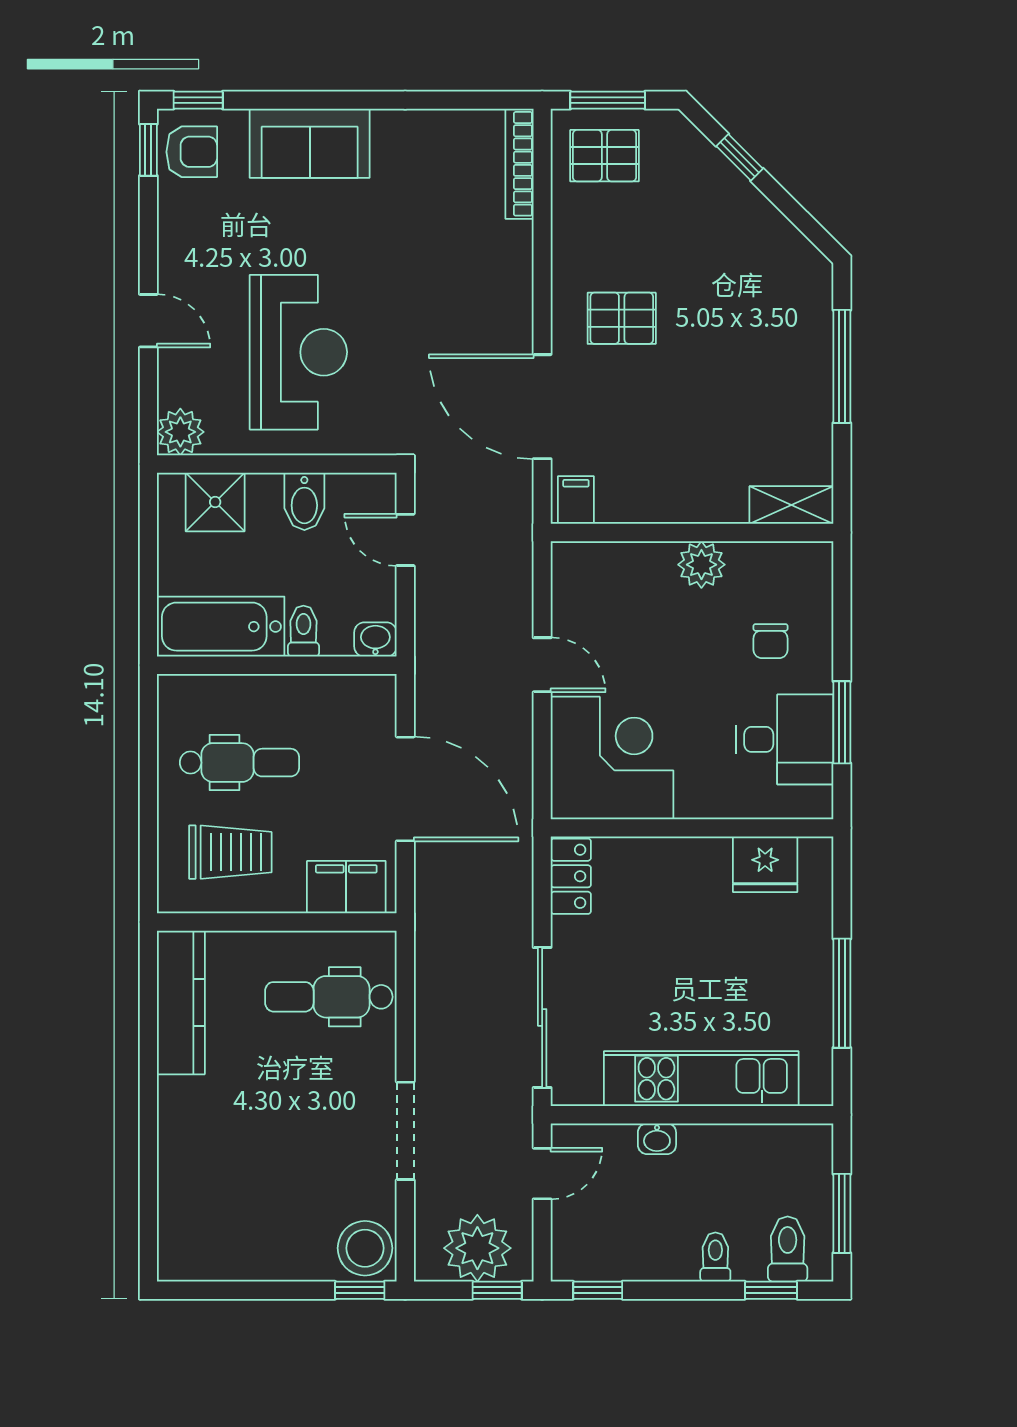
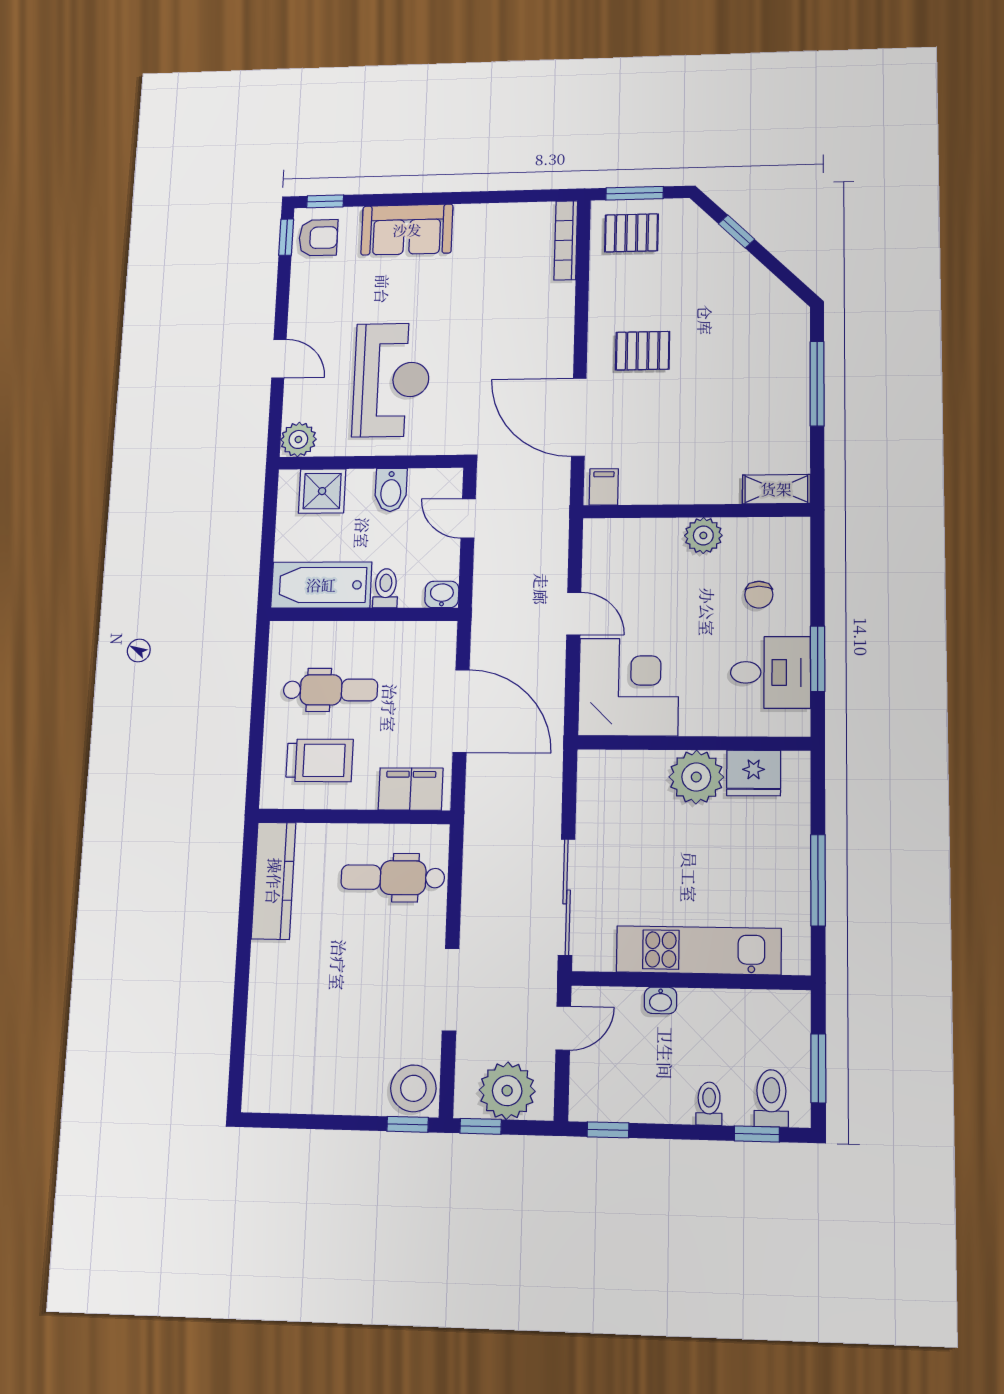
plant: (696, 870) -> (696, 777), added
locker: (571, 876) -> (593, 782), removed
window: (497, 1290) -> (481, 1126), moved

